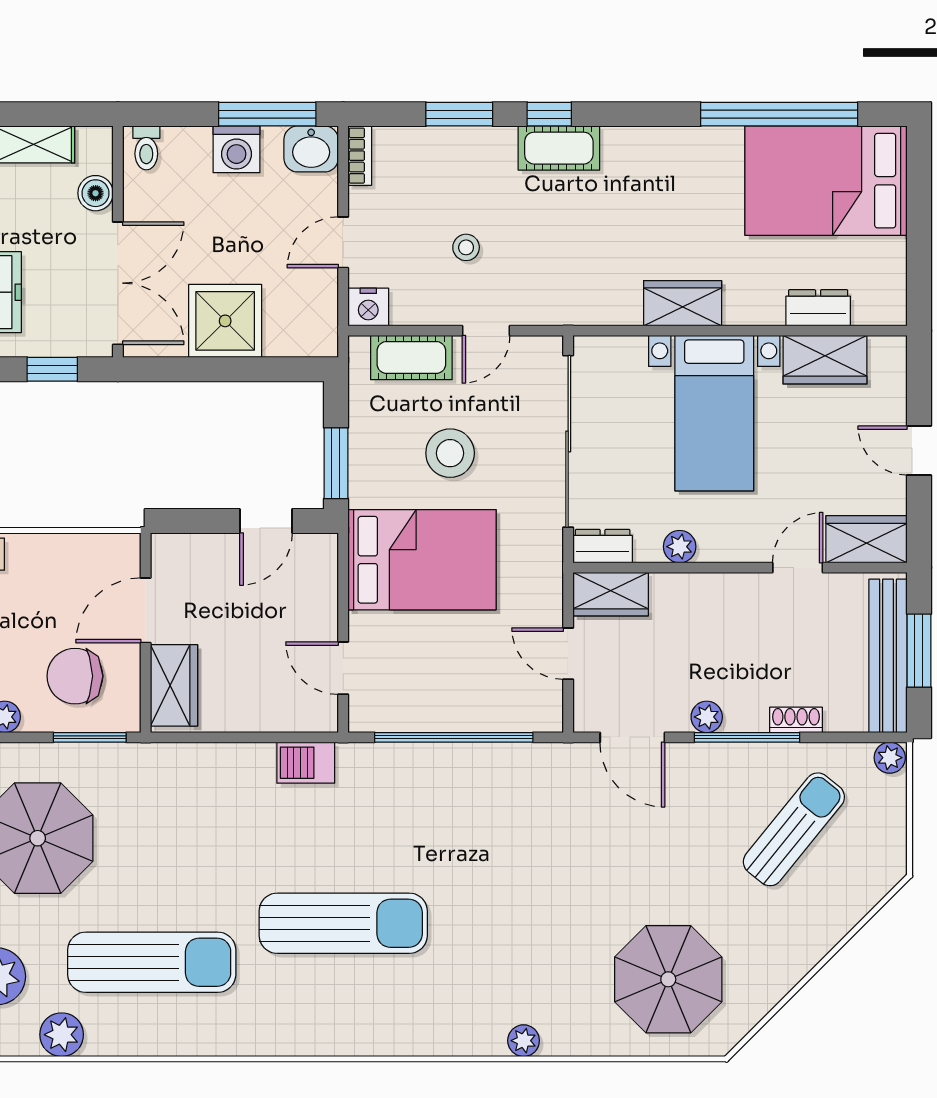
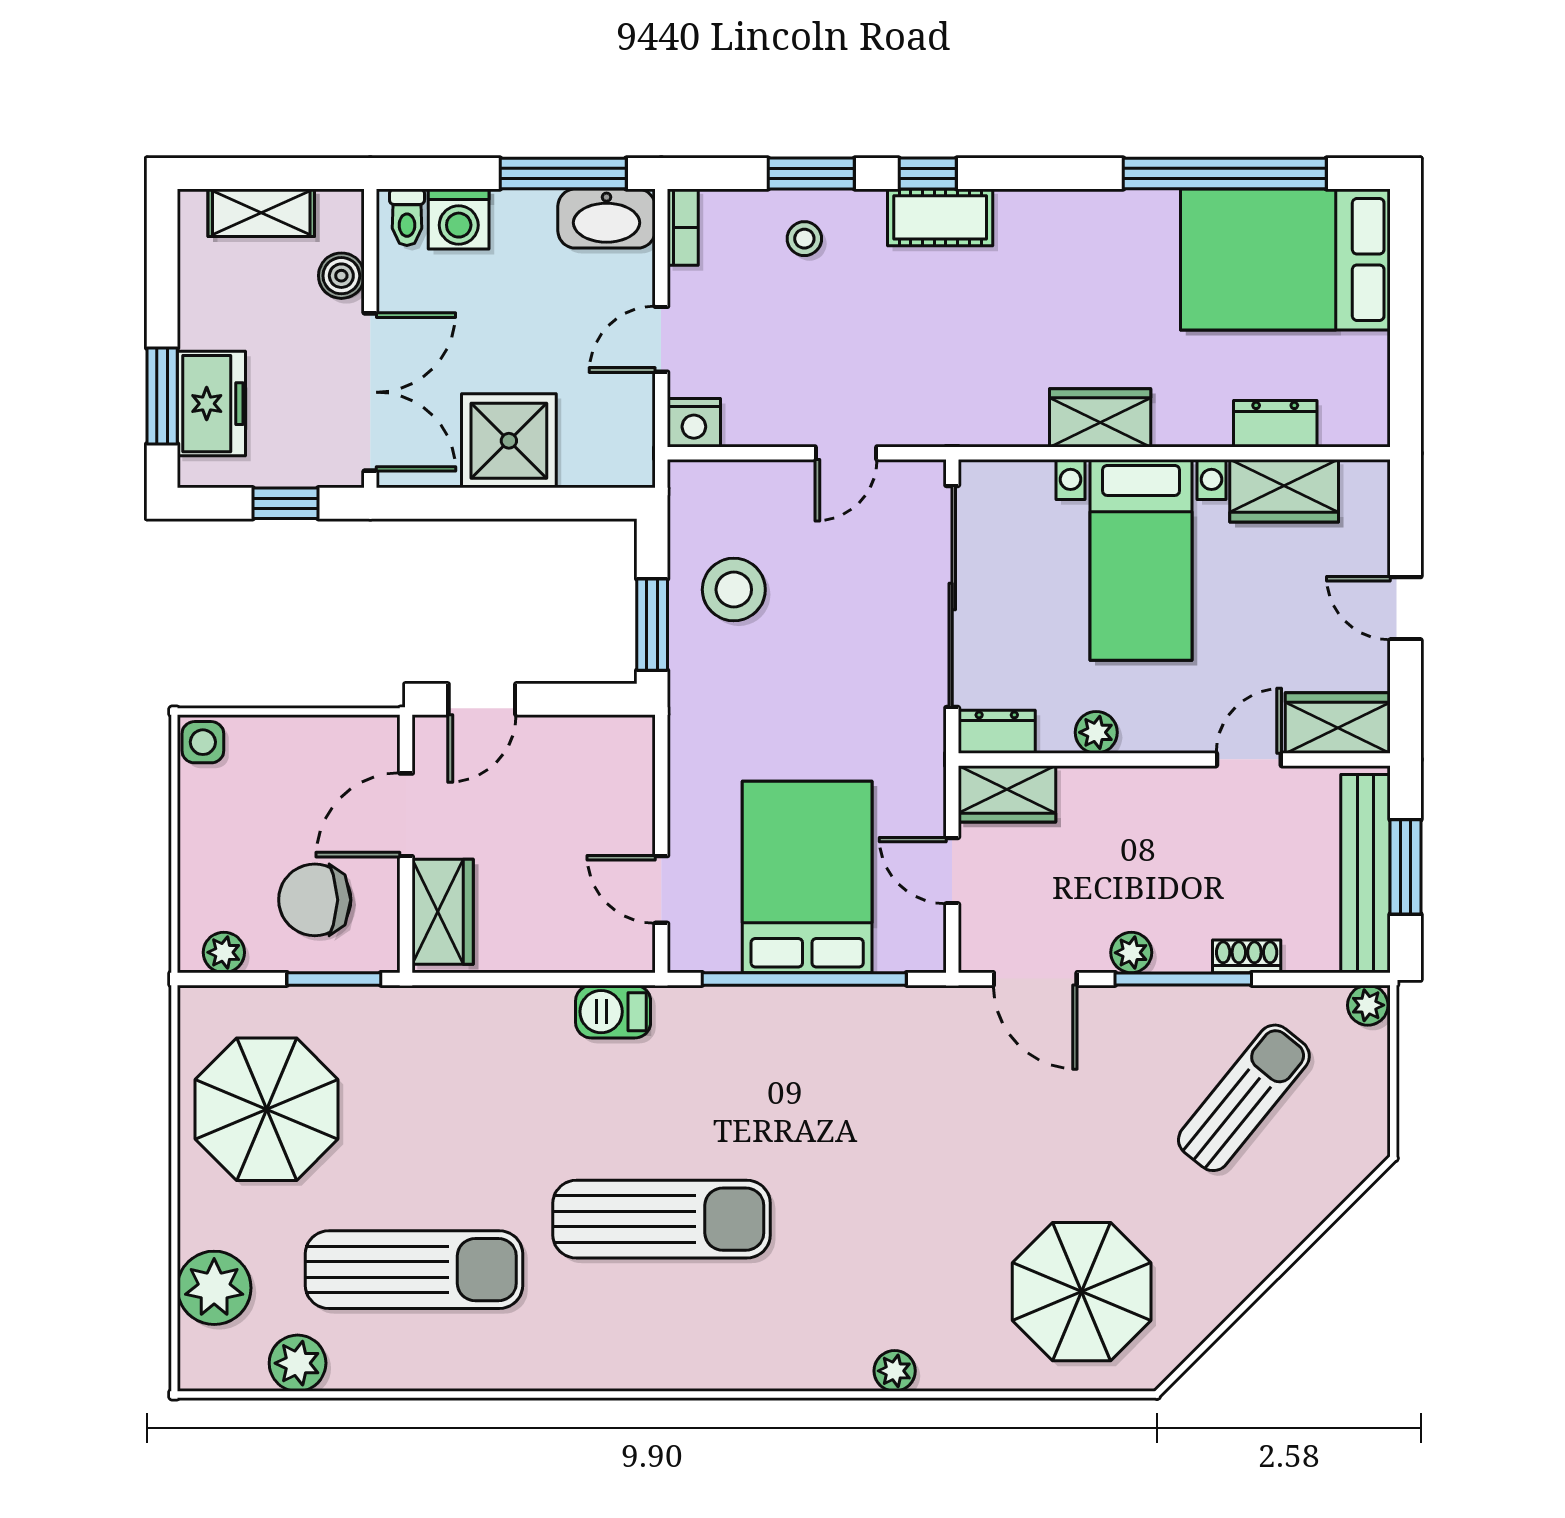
washing machine: (236, 149) -> (459, 219), moved
washbasin: (311, 149) -> (607, 219), width x1.38
stool: (466, 247) -> (804, 239), moved
cot: (411, 357) -> (750, 488), removed
stool: (450, 453) -> (734, 590), moved
door: (266, 521) -> (482, 699), moved
bed: (422, 560) -> (807, 877), moved, turned -90

